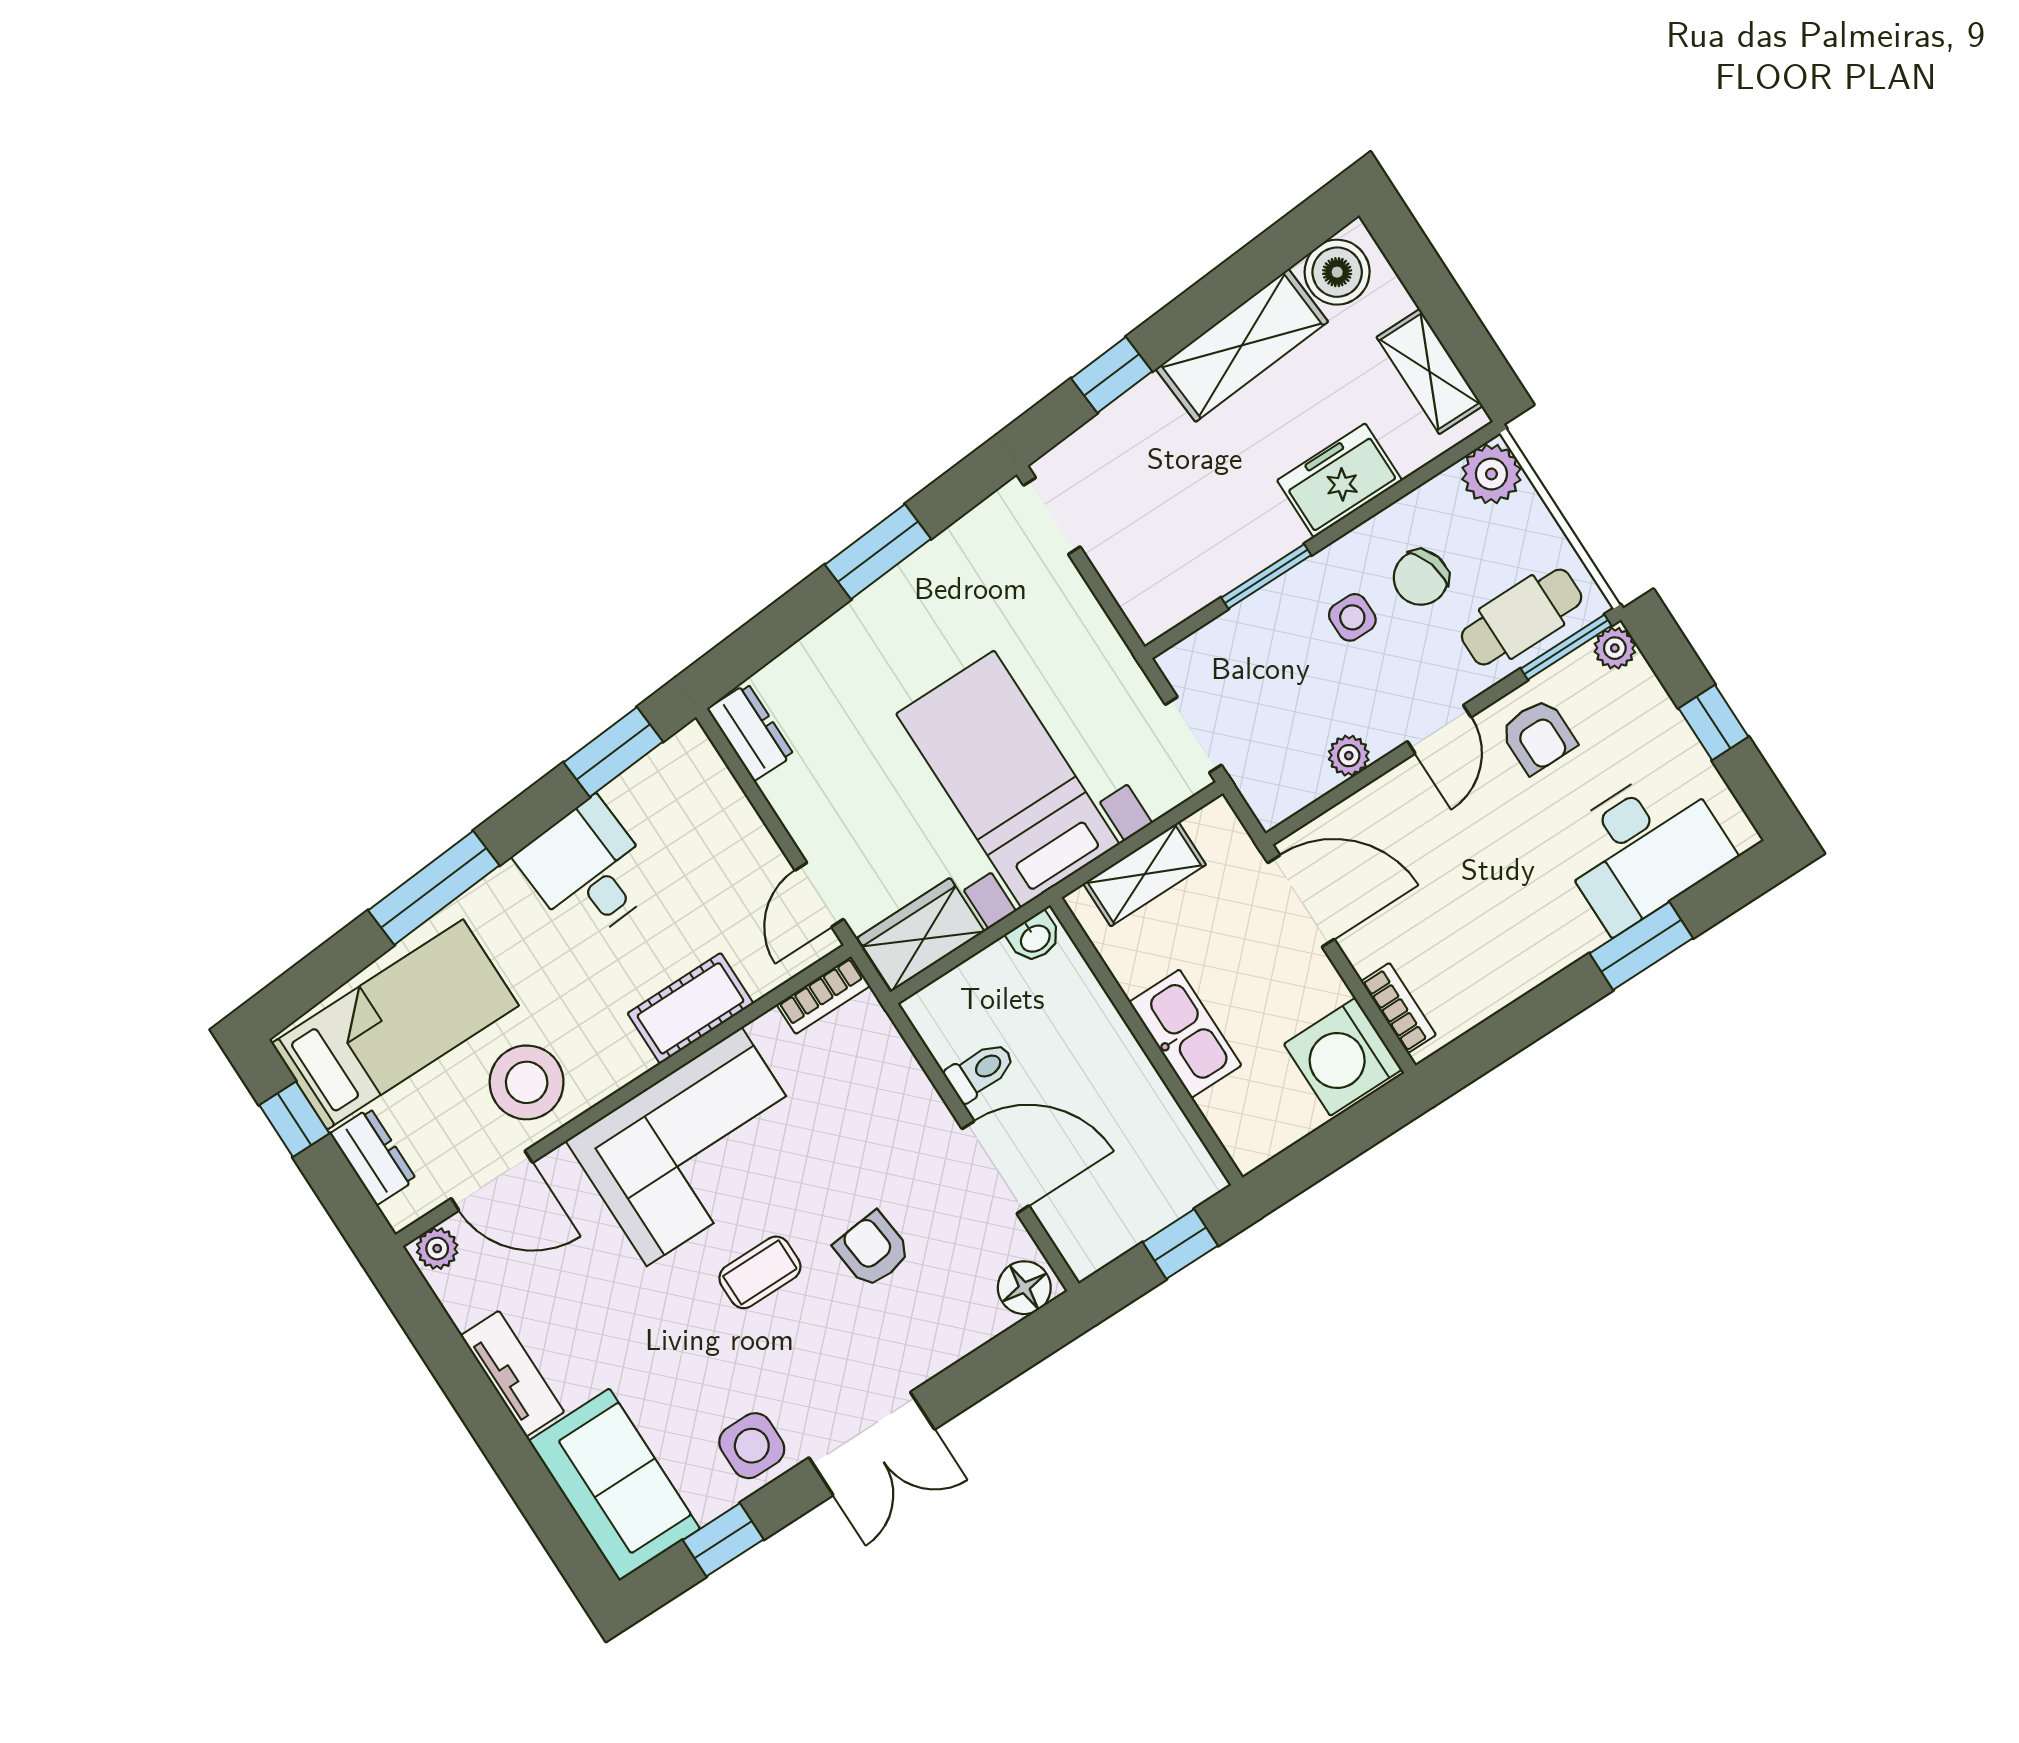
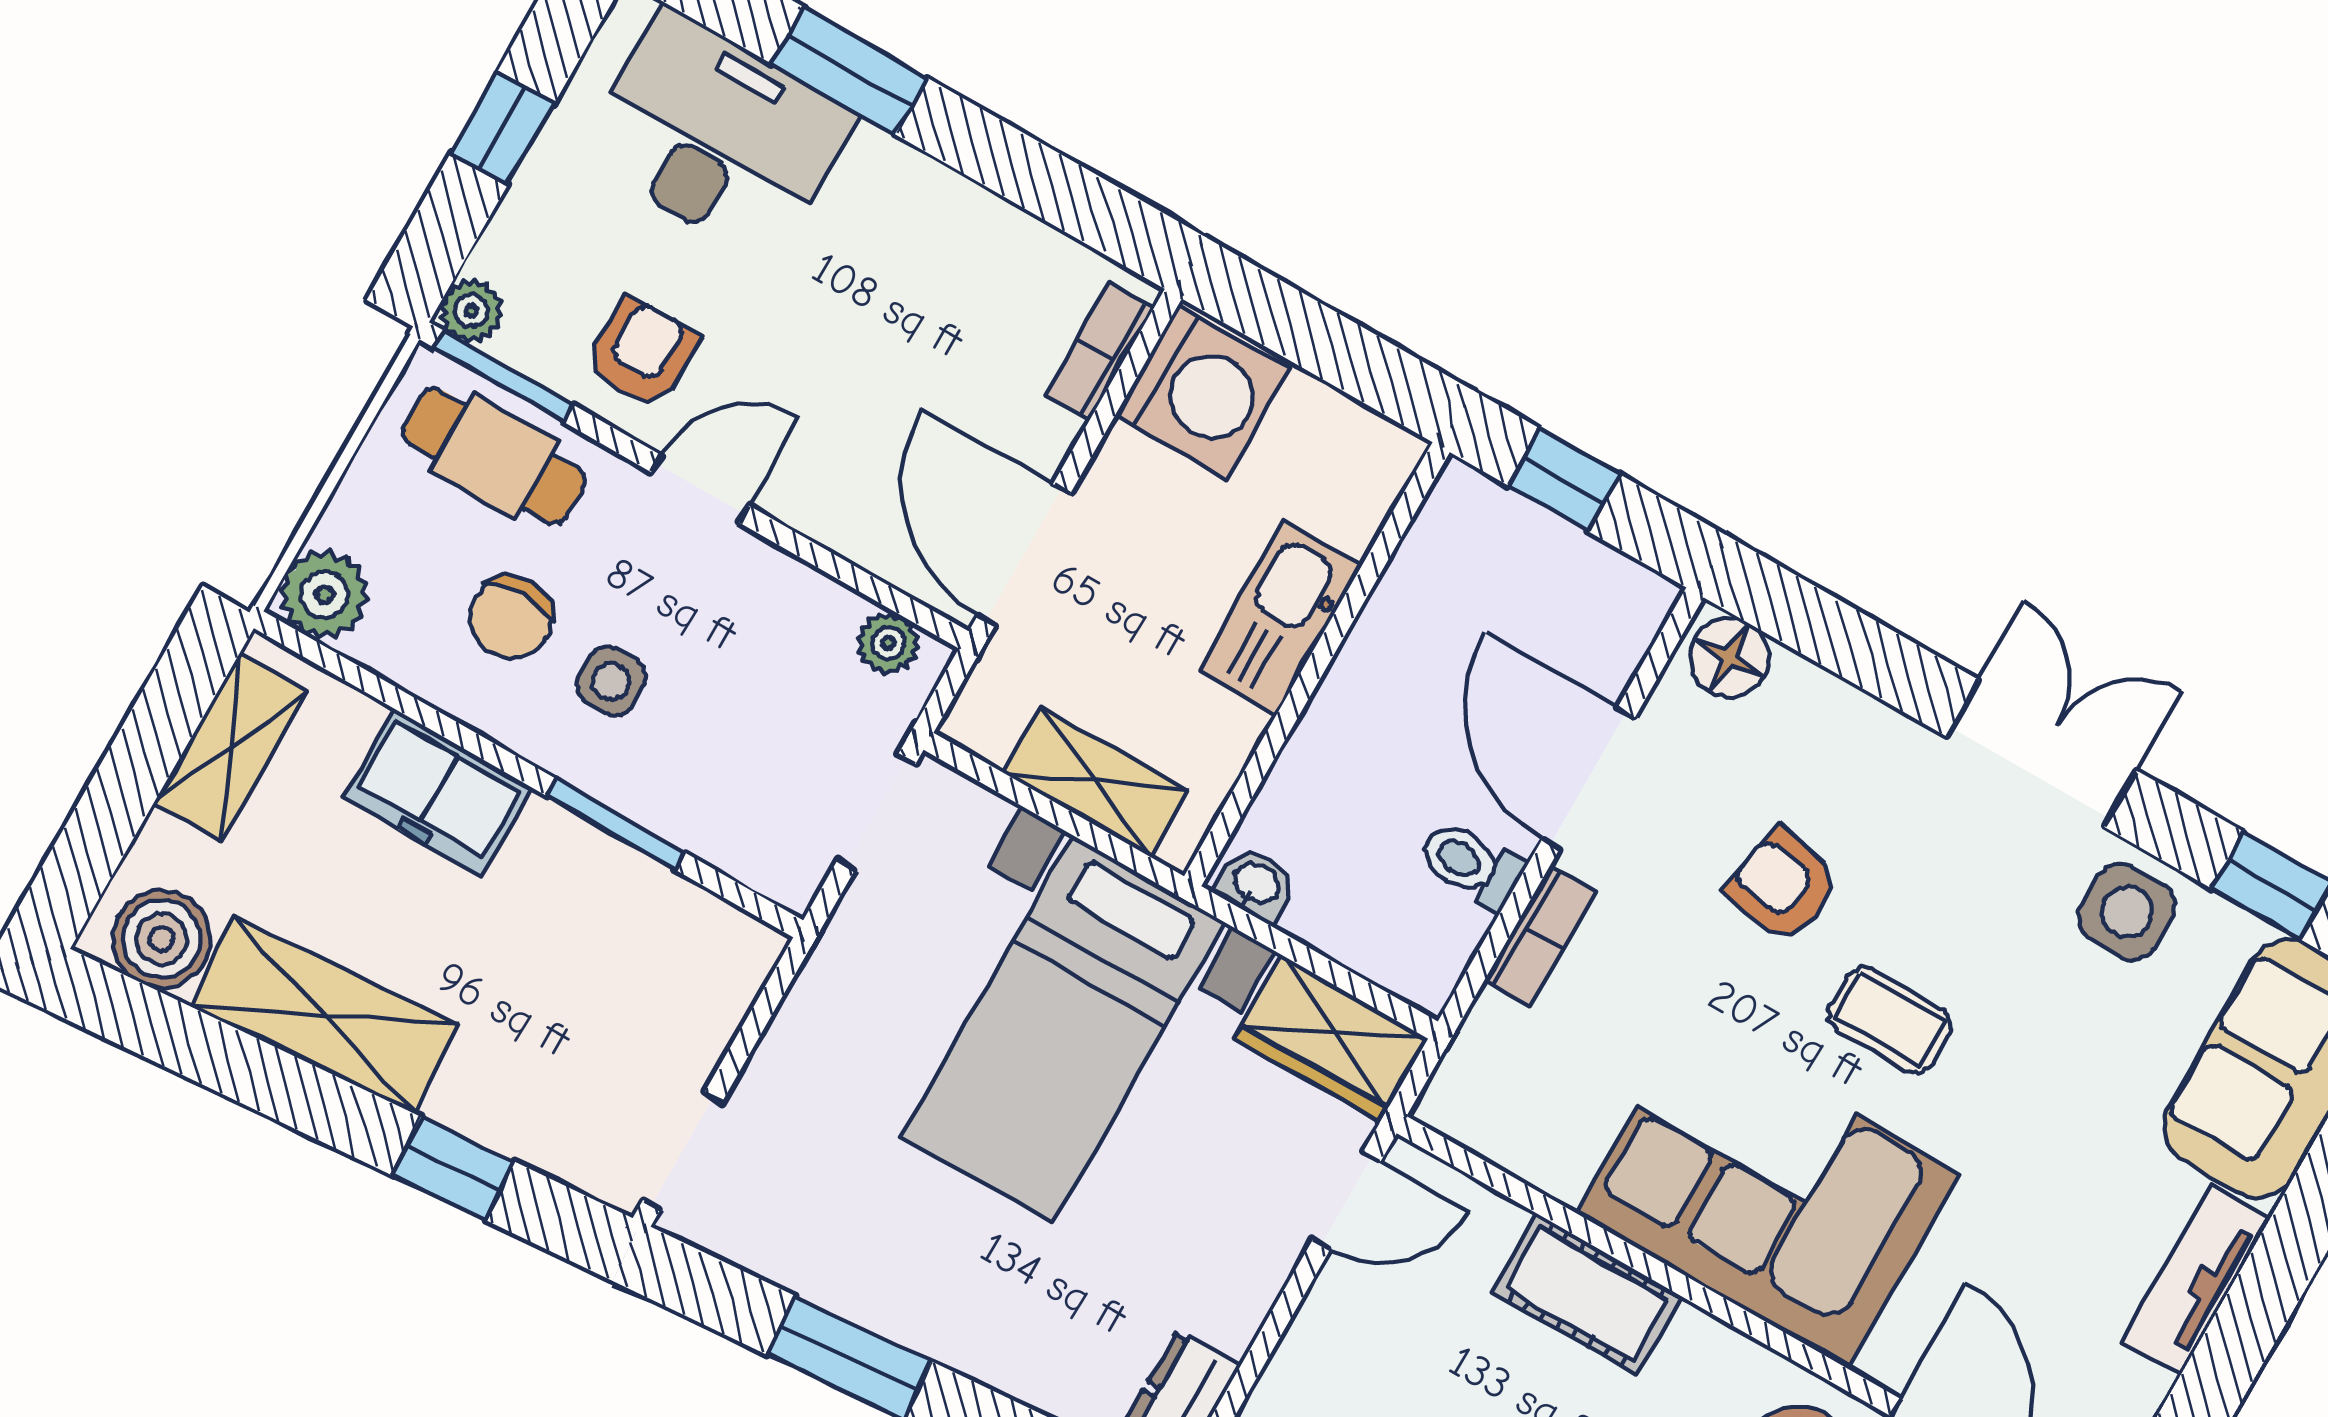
chair: (1421, 578) -> (511, 617), turned 107
plant: (1349, 756) -> (888, 643), moved
bookcase: (823, 995) -> (1540, 936), moved, turned 90
armchair: (872, 1250) -> (1783, 886), turned 107

